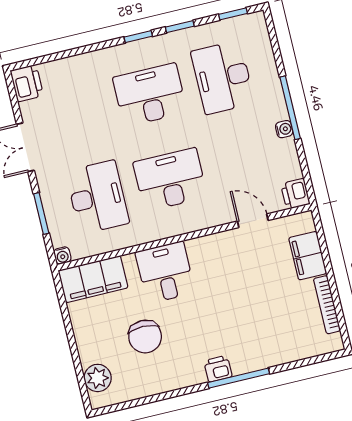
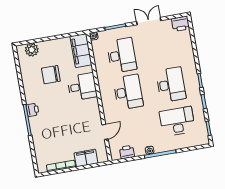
printer: (295, 194) -> (127, 152), moved
desk: (97, 197) -> (122, 55), turned -90

